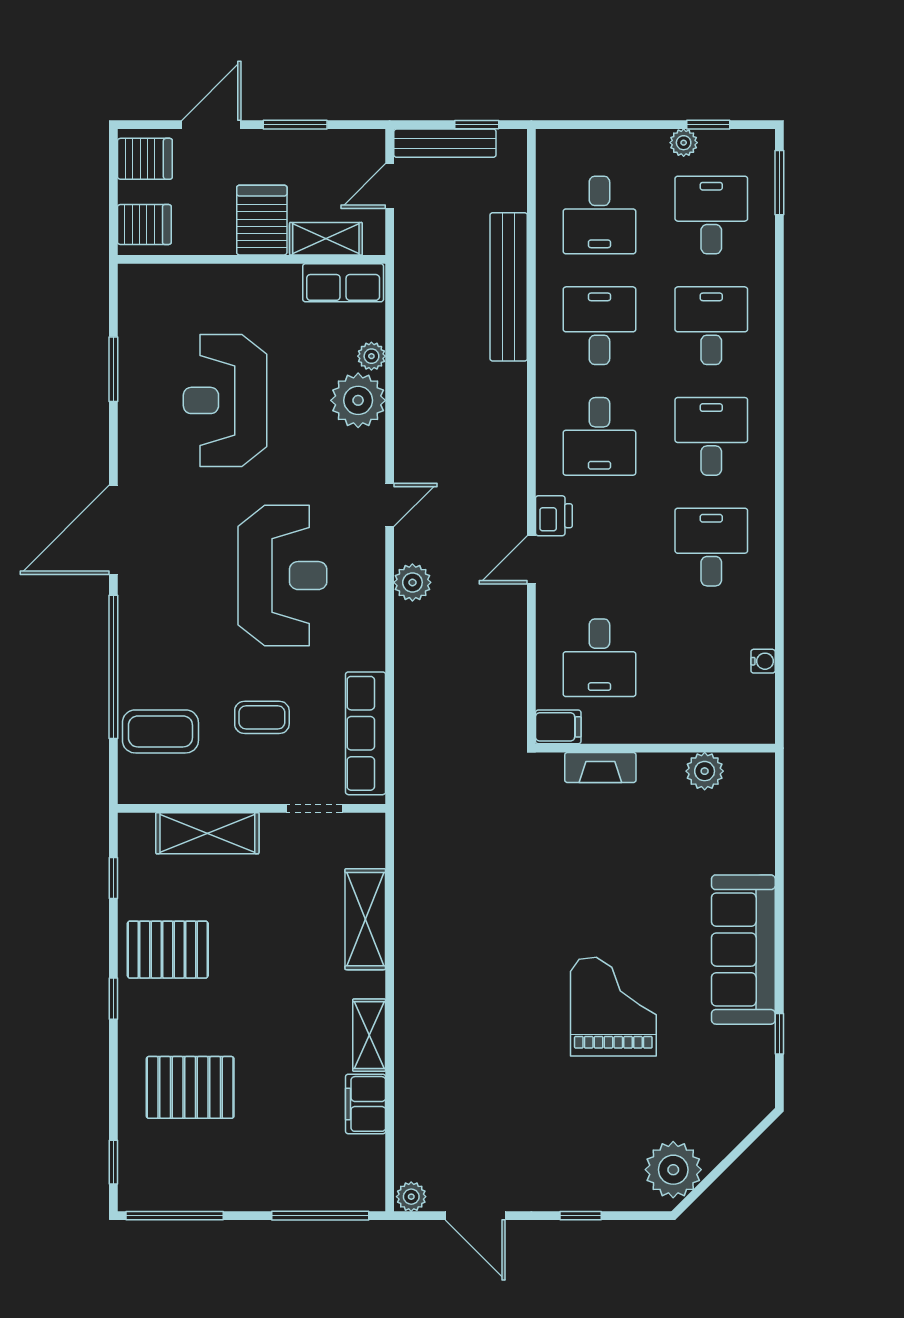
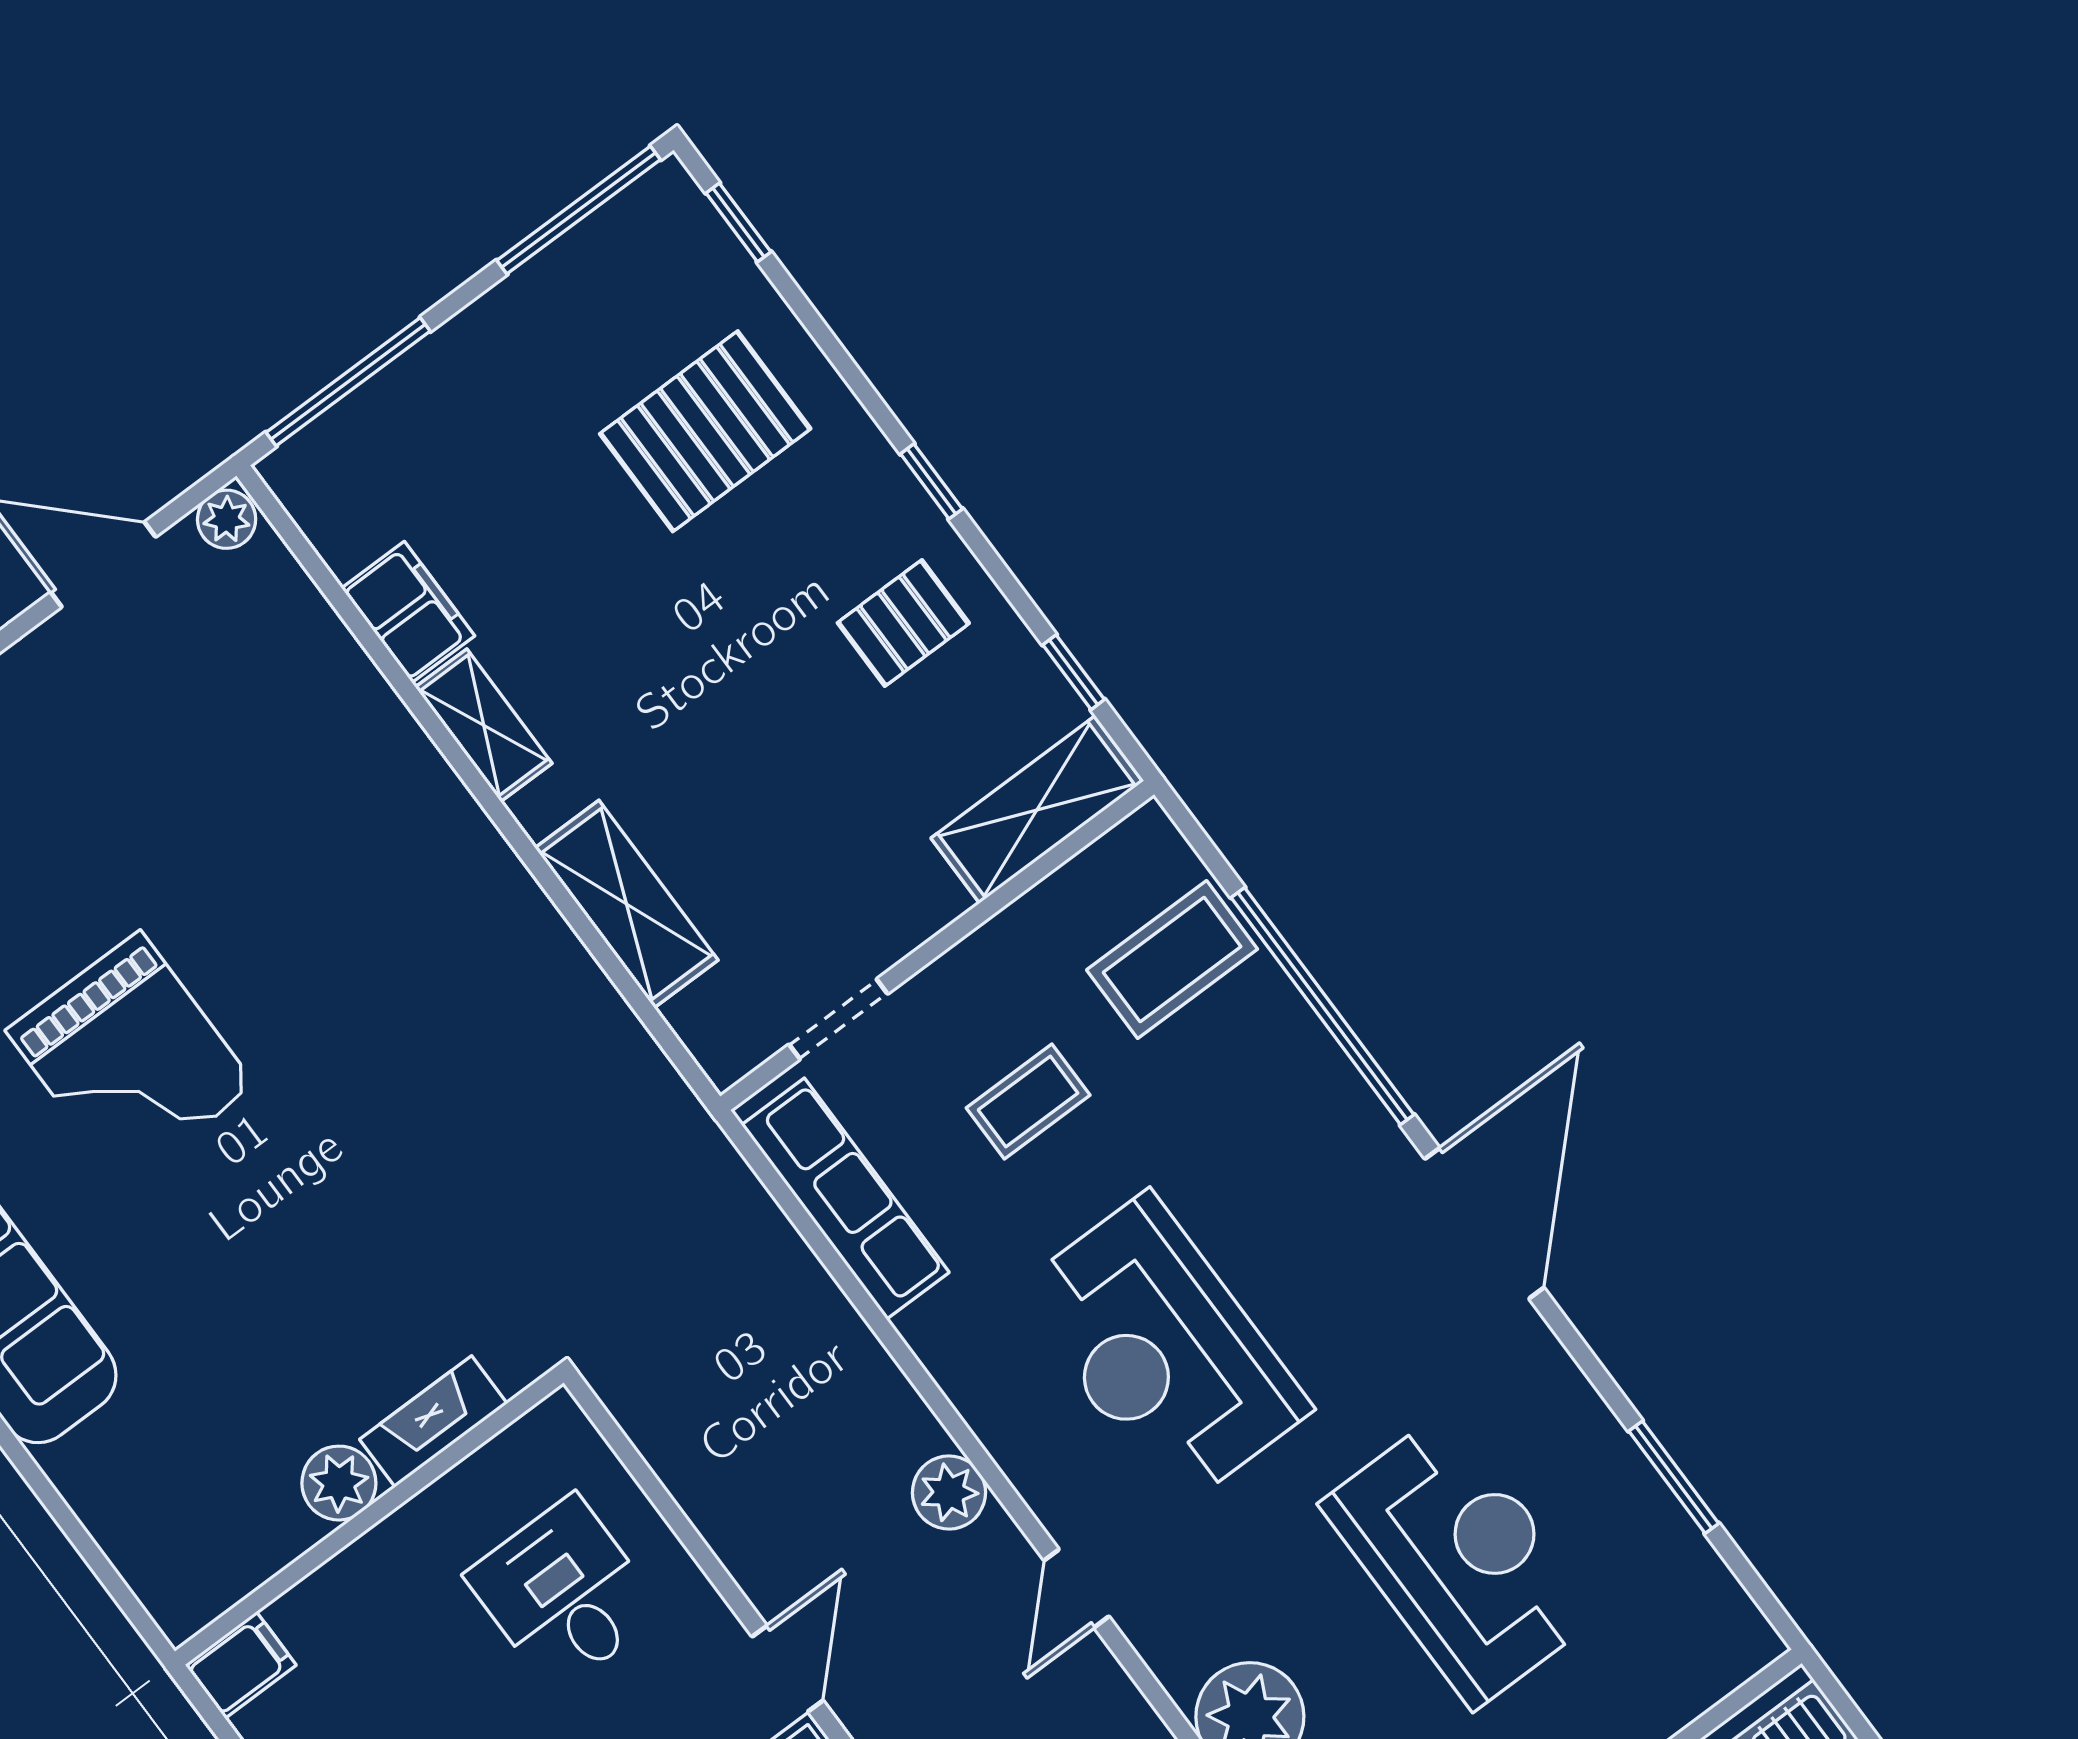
filing cabinet: (558, 727) -> (241, 1665), moved, turned 180
plant: (705, 771) -> (339, 1483), moved
shelving: (207, 833) -> (1037, 810), moved
pallet: (168, 950) -> (903, 623), width x0.67, depth x0.71

